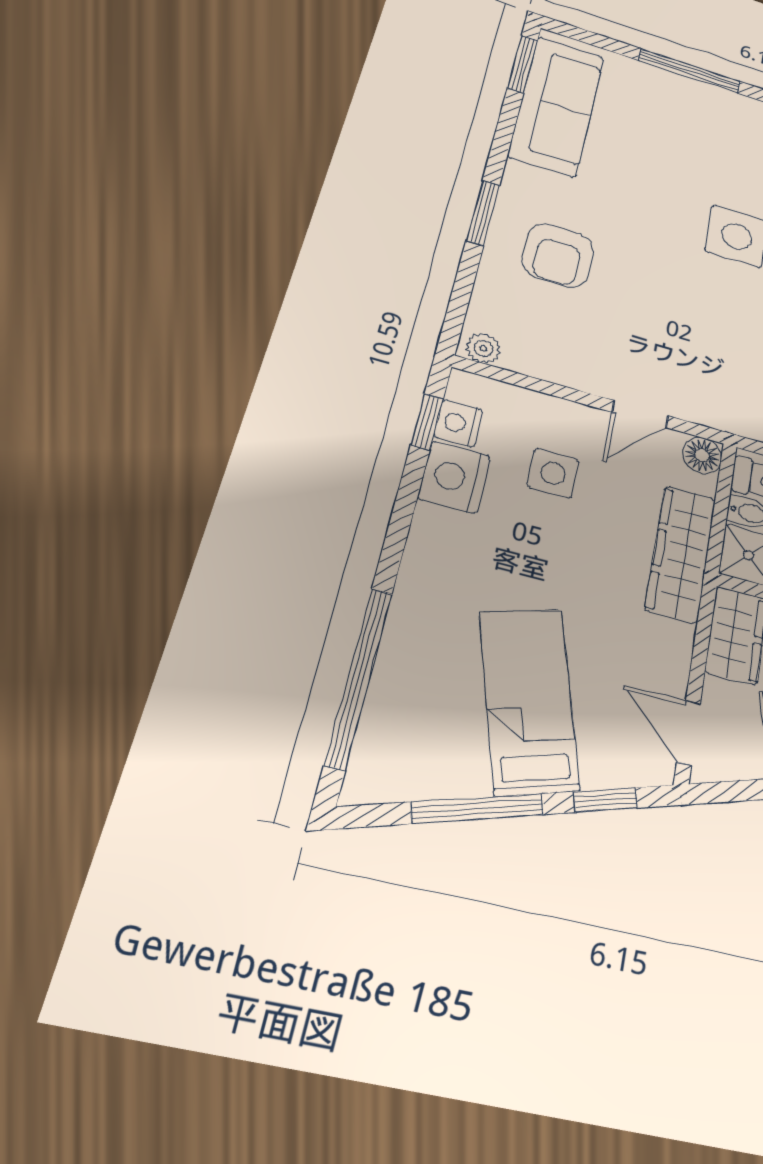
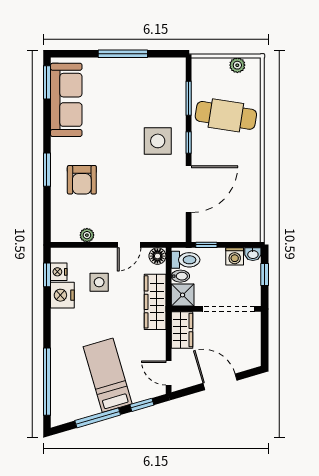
plant: (483, 348) -> (87, 235), moved

